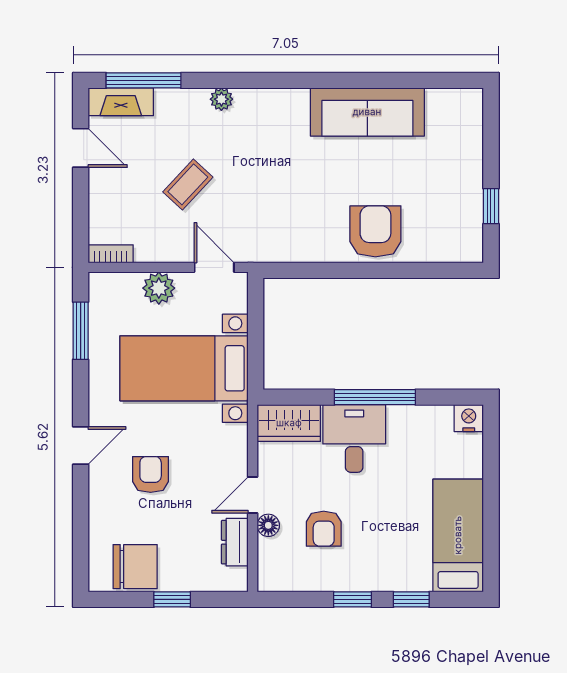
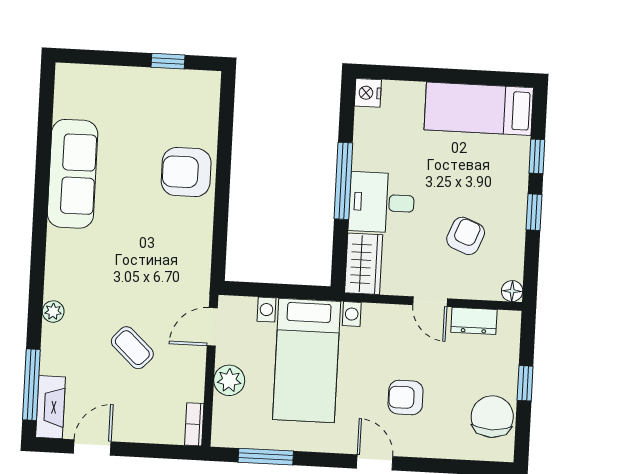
floor lamp: (268, 525) -> (512, 291), moved
armchair: (324, 529) -> (466, 236), turned -68

